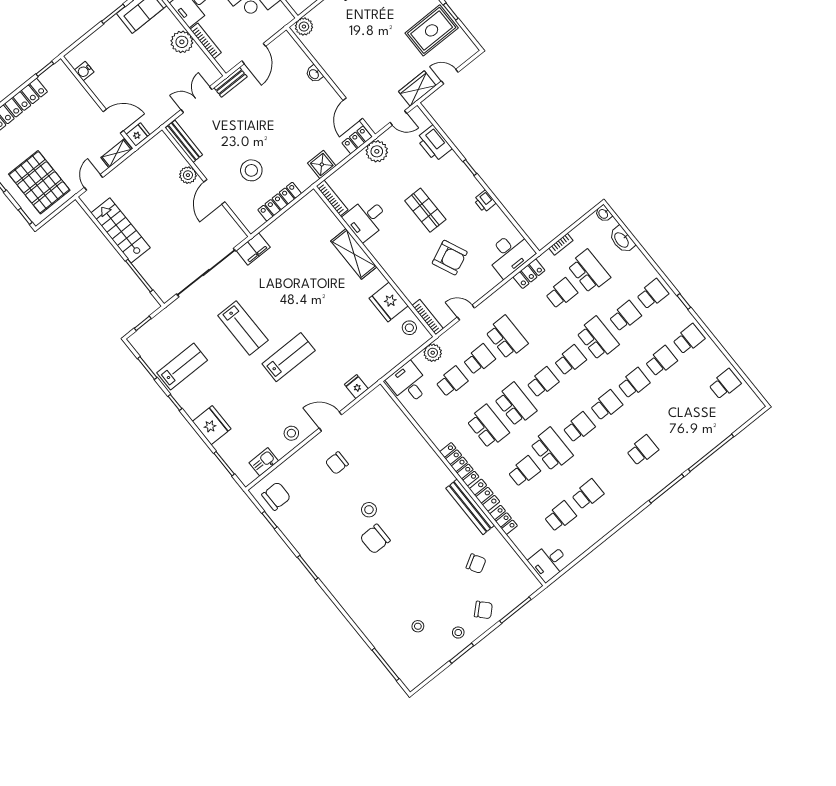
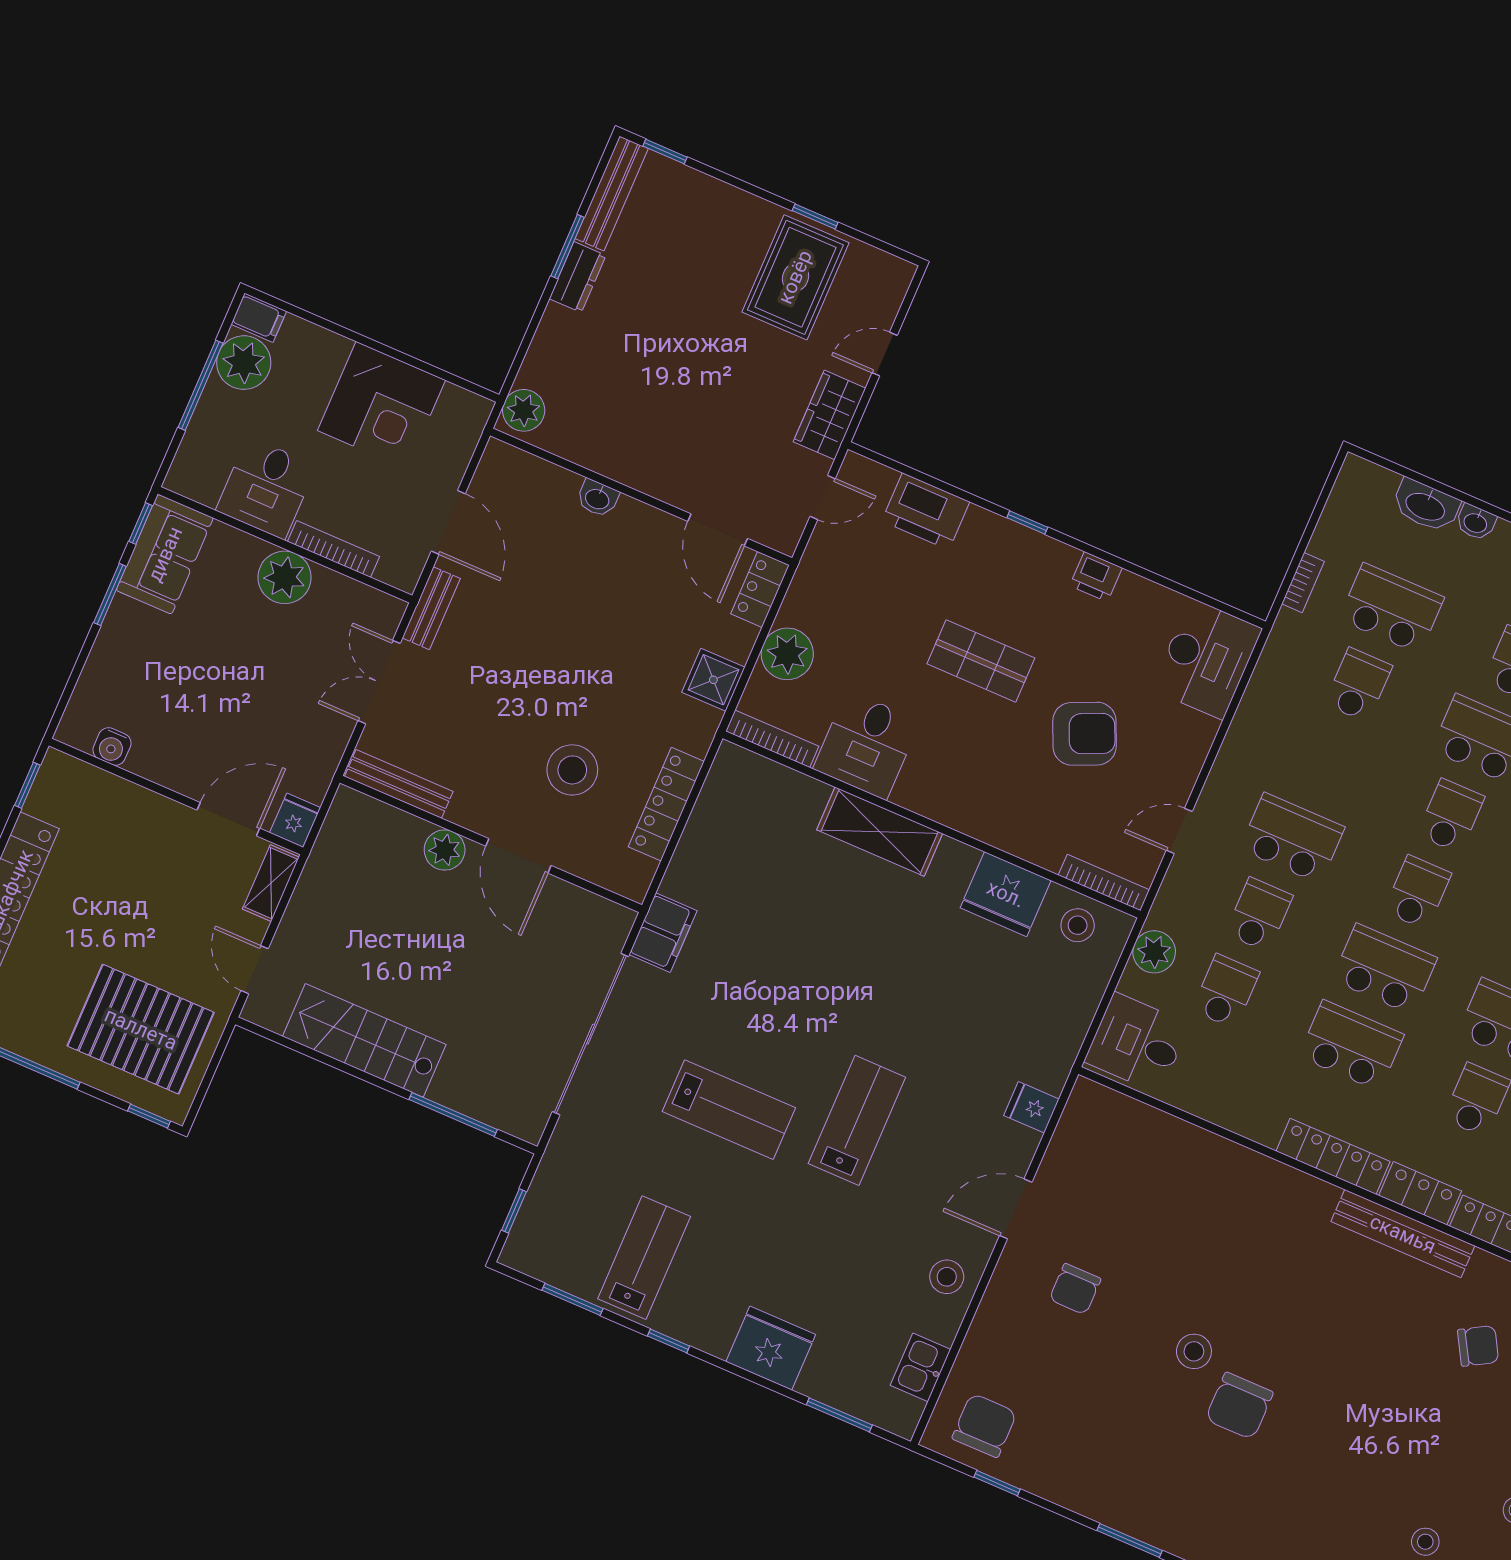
plant: (377, 151) -> (787, 654), moved
washbasin: (603, 214) -> (1476, 522), moved
locker: (529, 274) -> (1269, 680), removed

